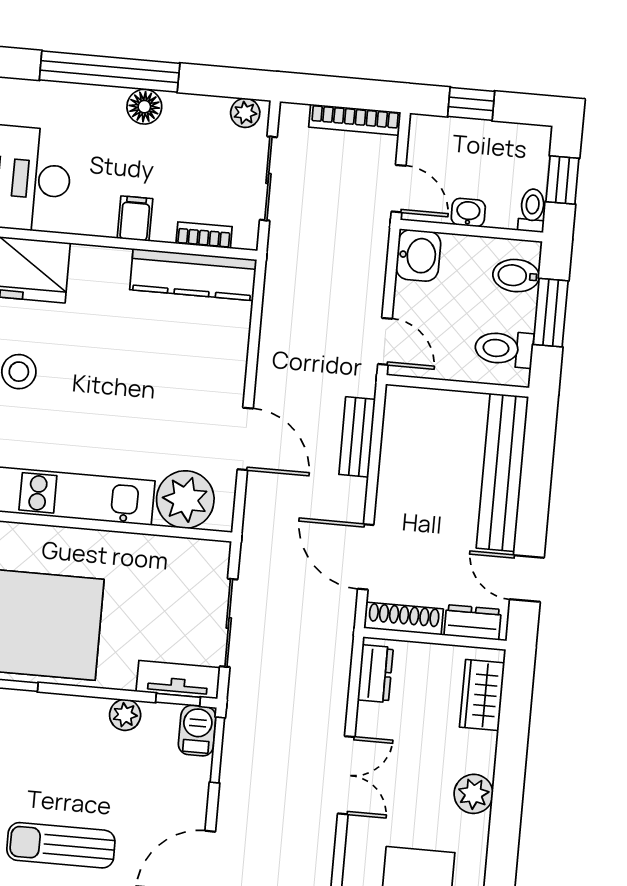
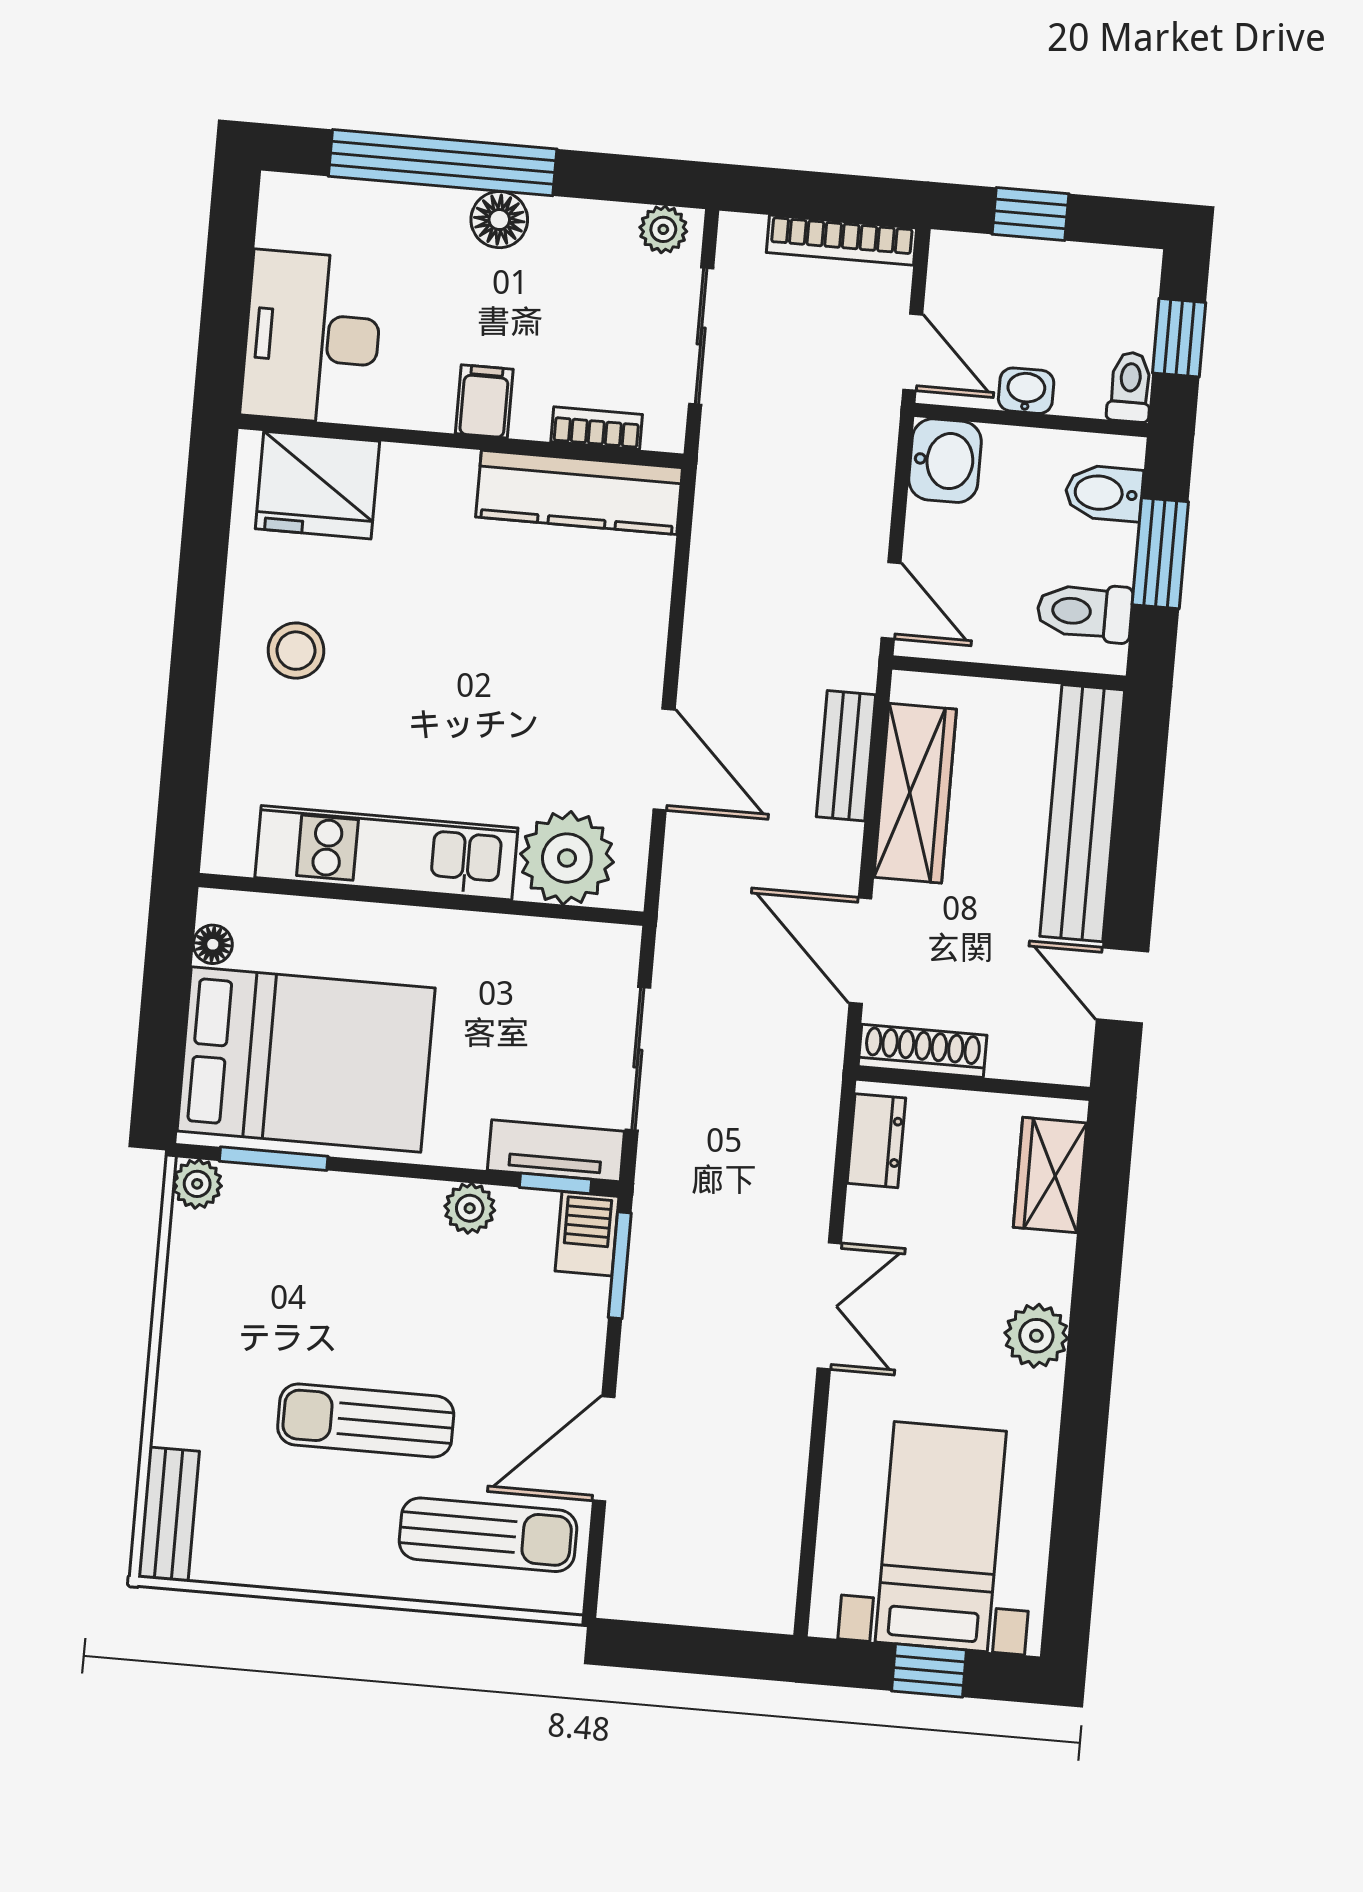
wardrobe: (400, 460) -> (915, 793), added
dresser: (473, 622) -> (1034, 1057), removed

